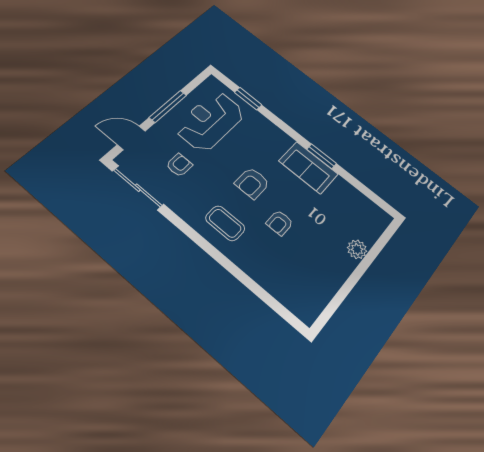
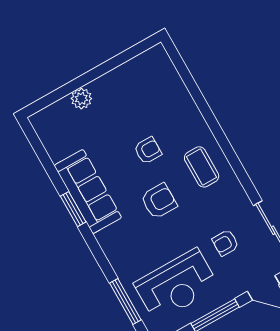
window: (248, 99) -> (125, 302), width x1.44
sofa: (308, 167) -> (88, 191), width x1.36

